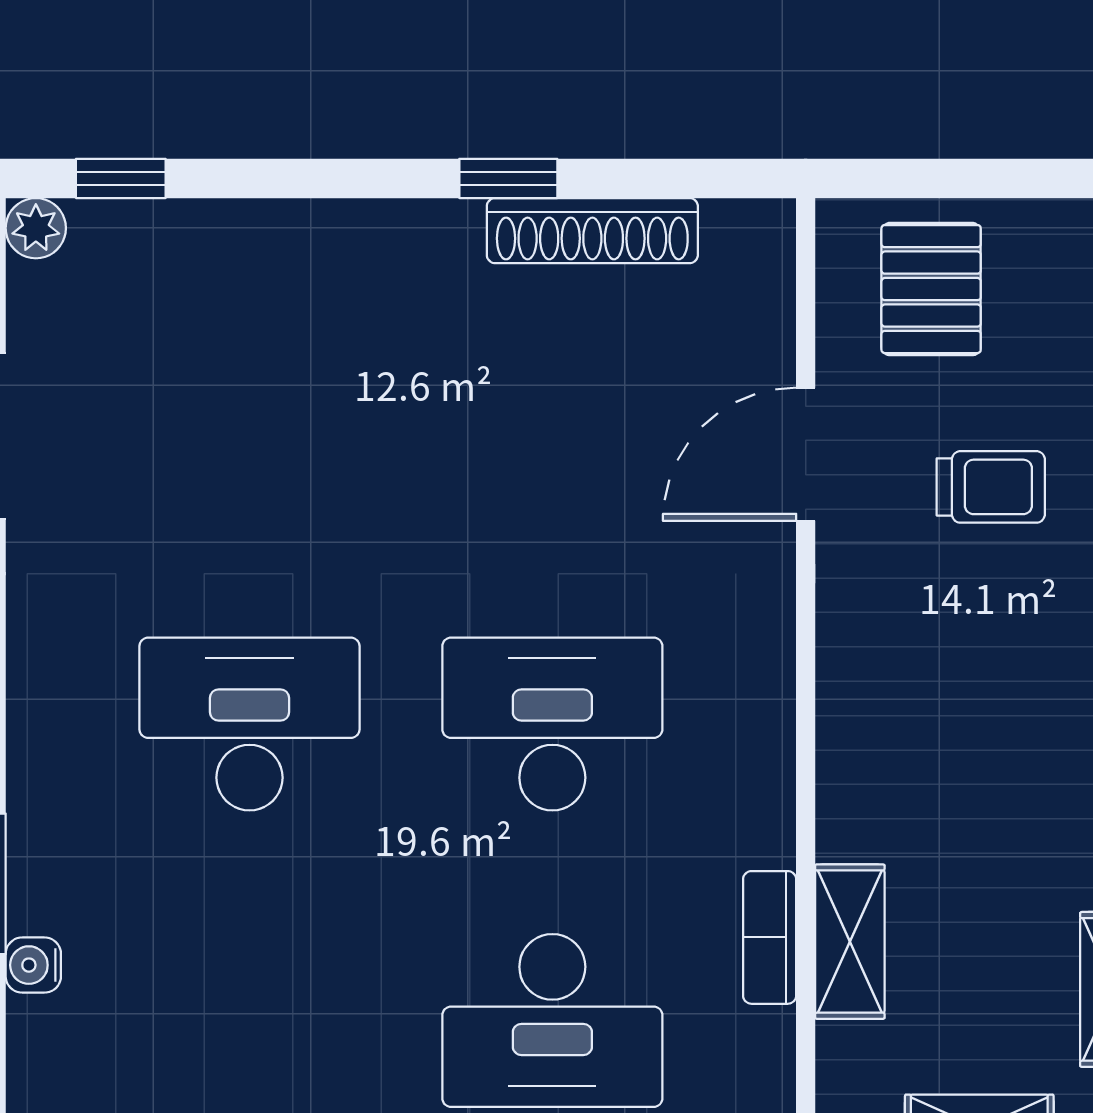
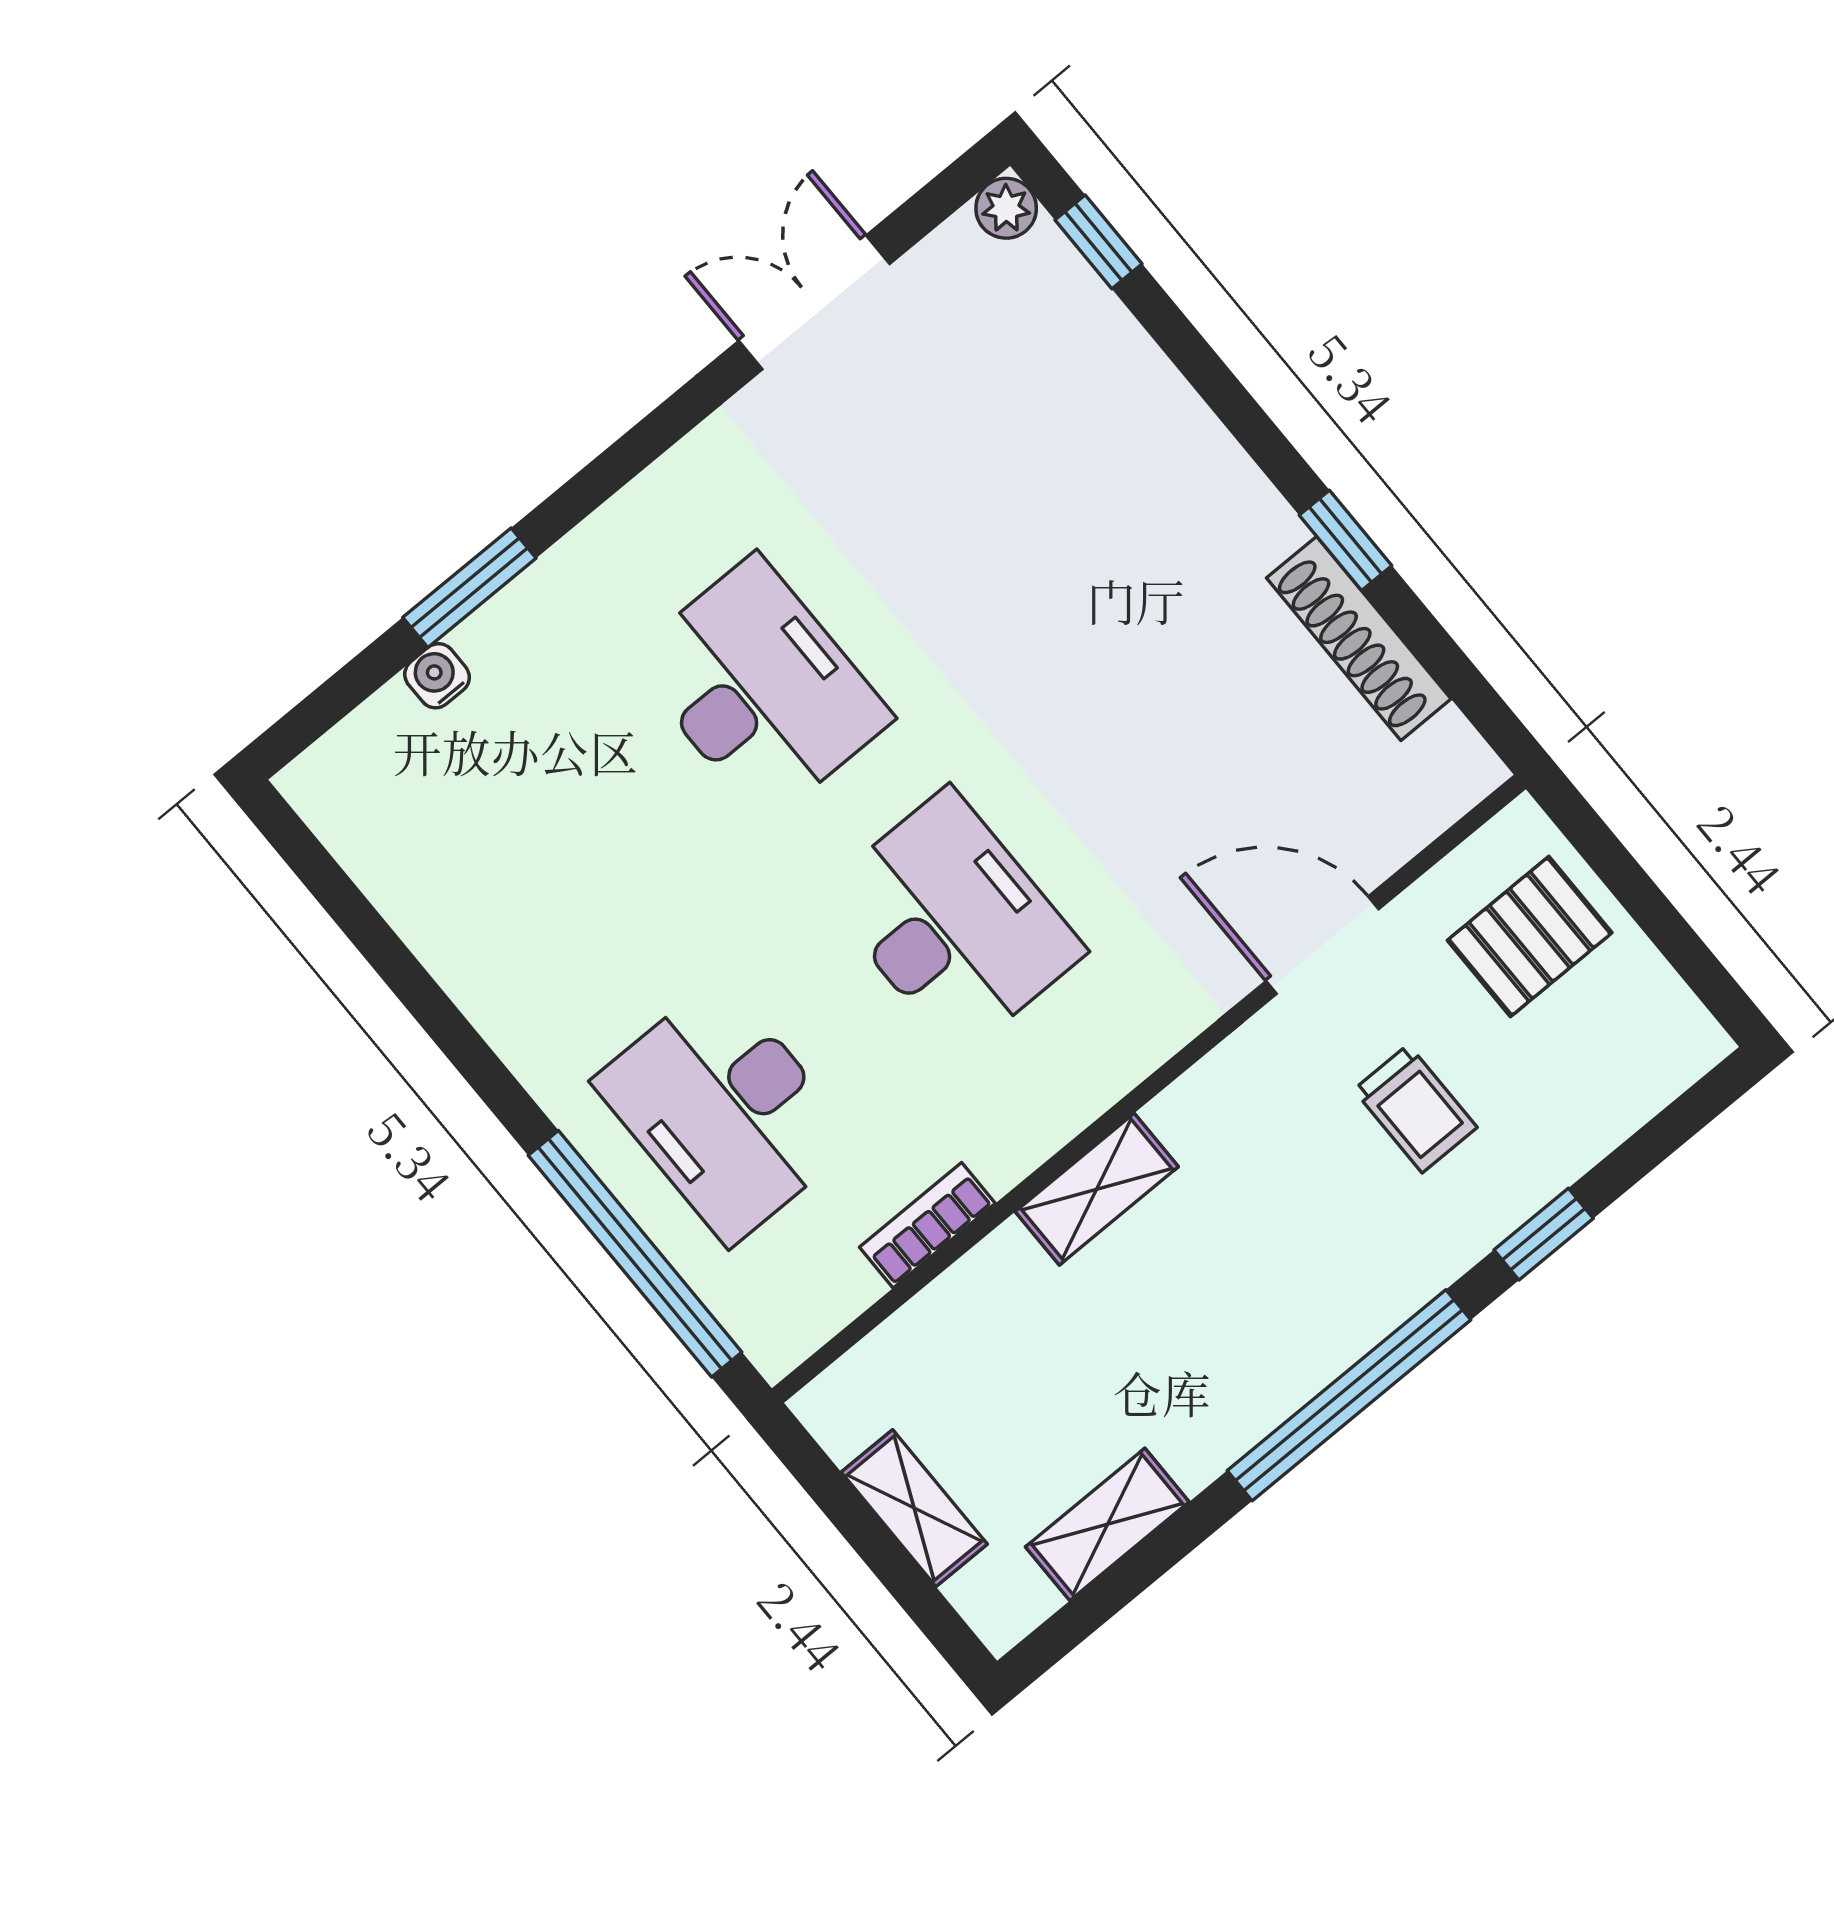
shelving: (850, 942) -> (1097, 1189), moved

